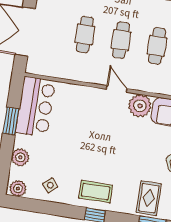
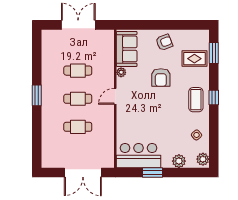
plant: (140, 106) -> (121, 72), width x0.53, depth x0.53
armchair: (131, 151) -> (161, 77), added

